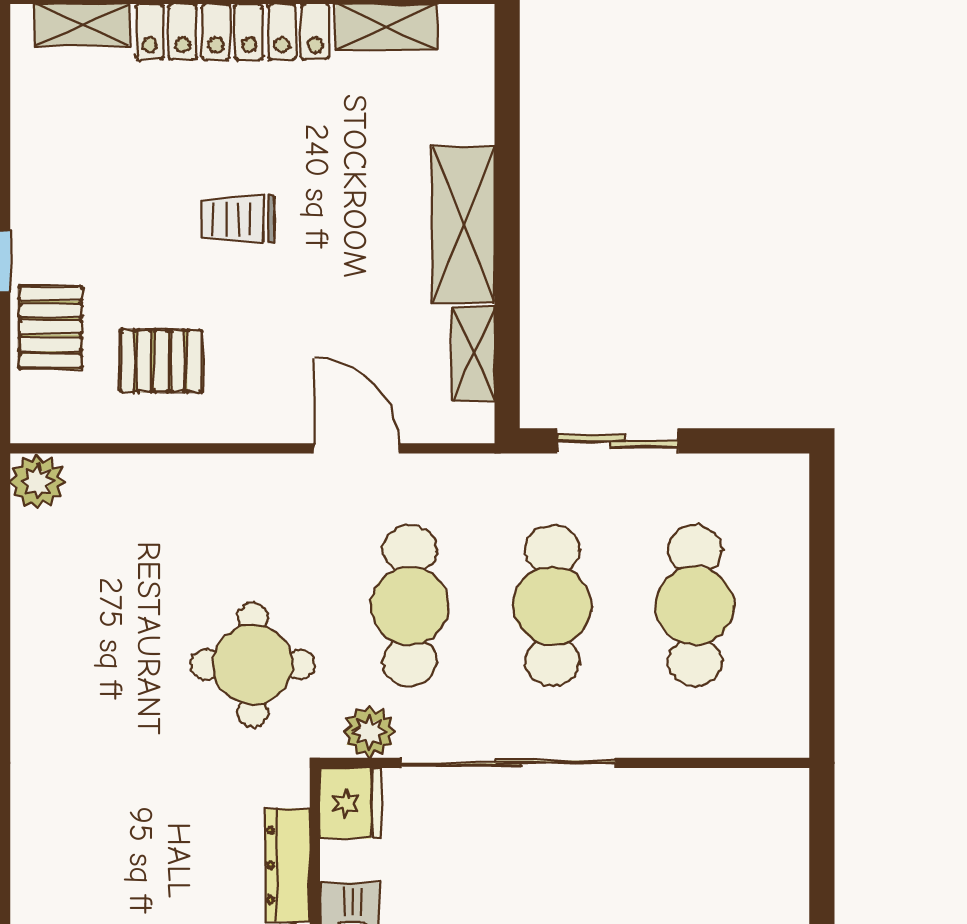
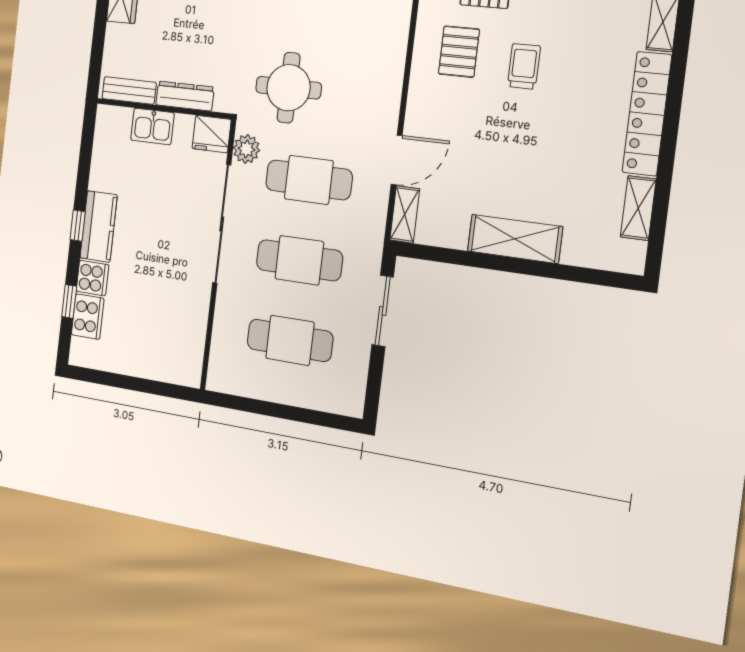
trolley: (237, 219) -> (524, 66), moved
shelving: (473, 354) -> (405, 214), moved, turned 90

